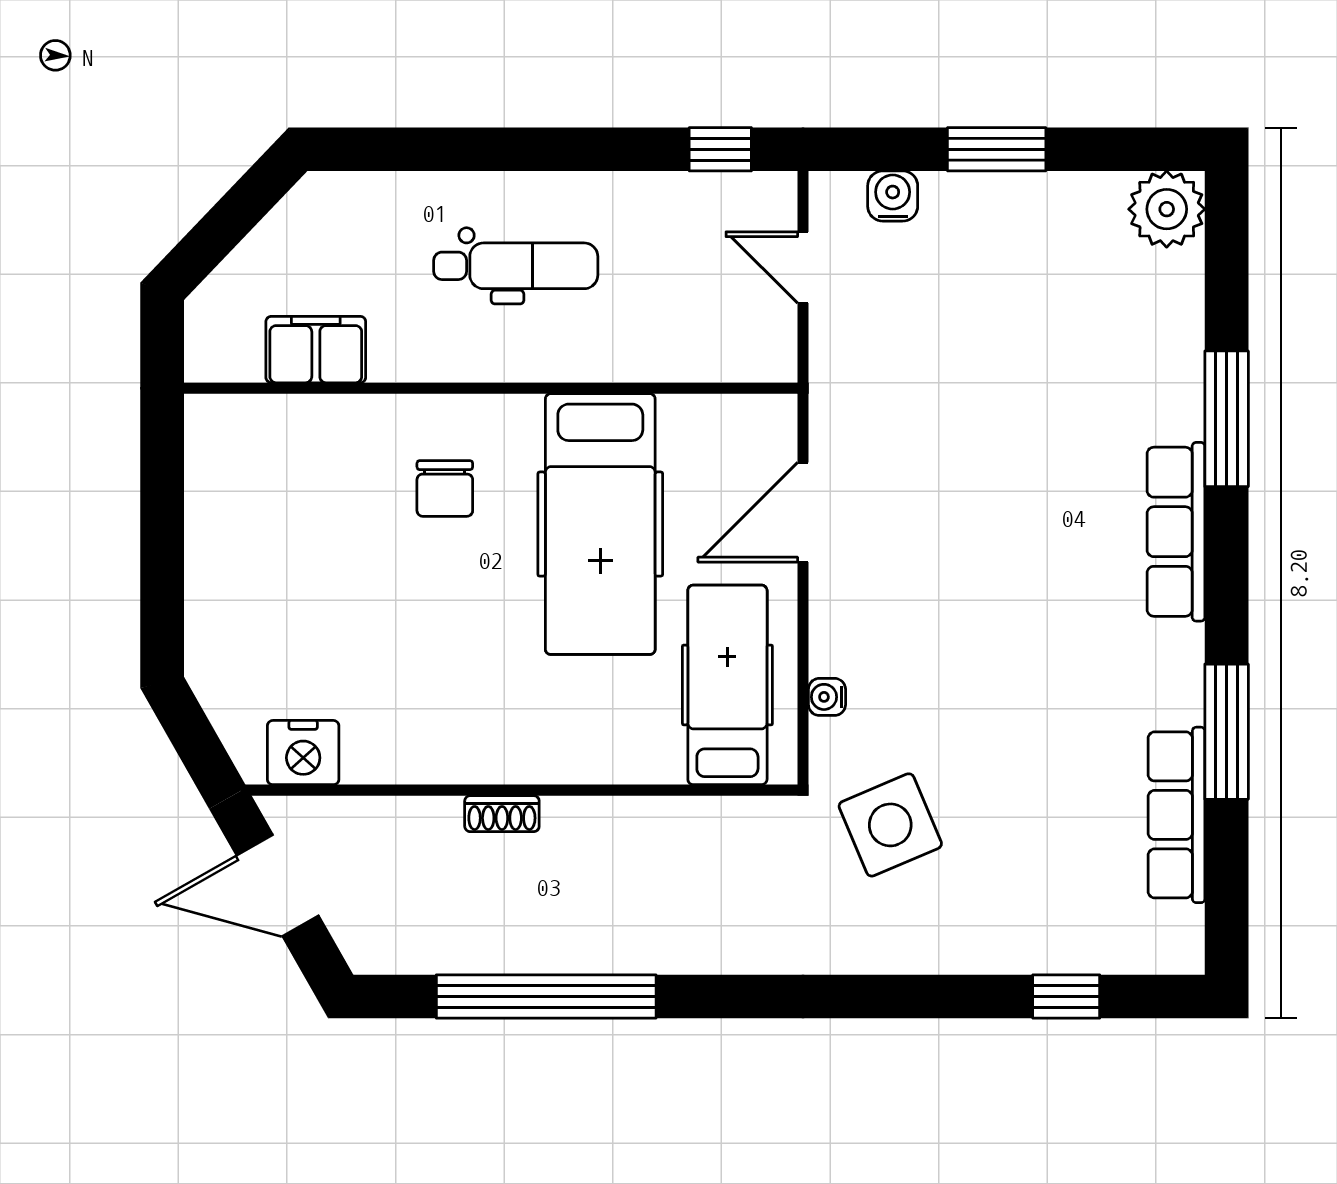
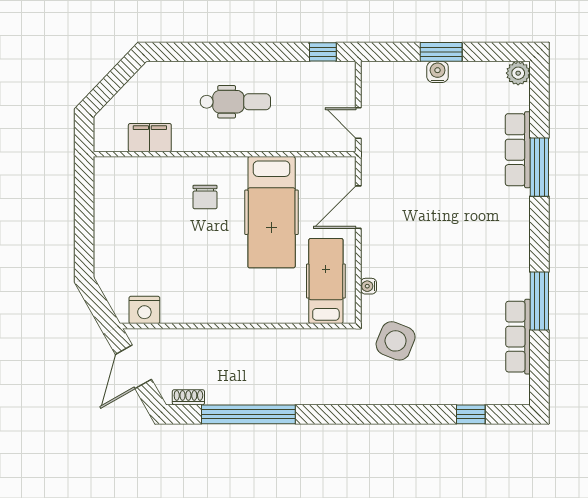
water cooler: (893, 196) -> (438, 72), moved
plant: (1167, 209) -> (518, 73), width x0.73, depth x0.73
door: (803, 268) -> (358, 123), moved
row of seats: (1176, 532) -> (518, 150), moved
shoe rack: (502, 814) -> (188, 397), moved, turned 180
side table: (890, 825) -> (396, 341), turned 45
door: (278, 886) -> (134, 367), hinge flipped

